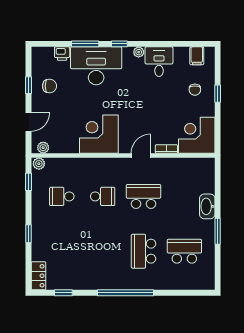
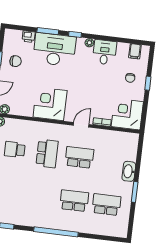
school desk: (103, 196) -> (47, 153), width x1.85
school desk: (143, 251) -> (74, 201), turned 90

